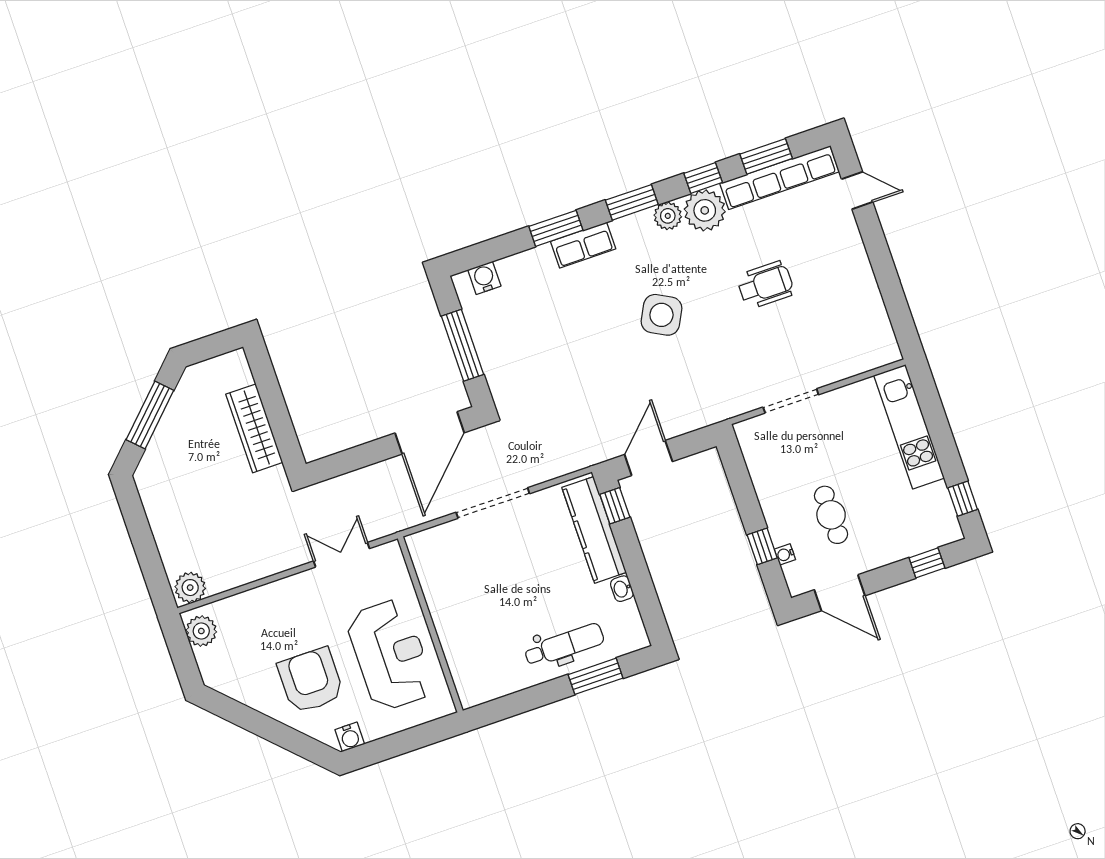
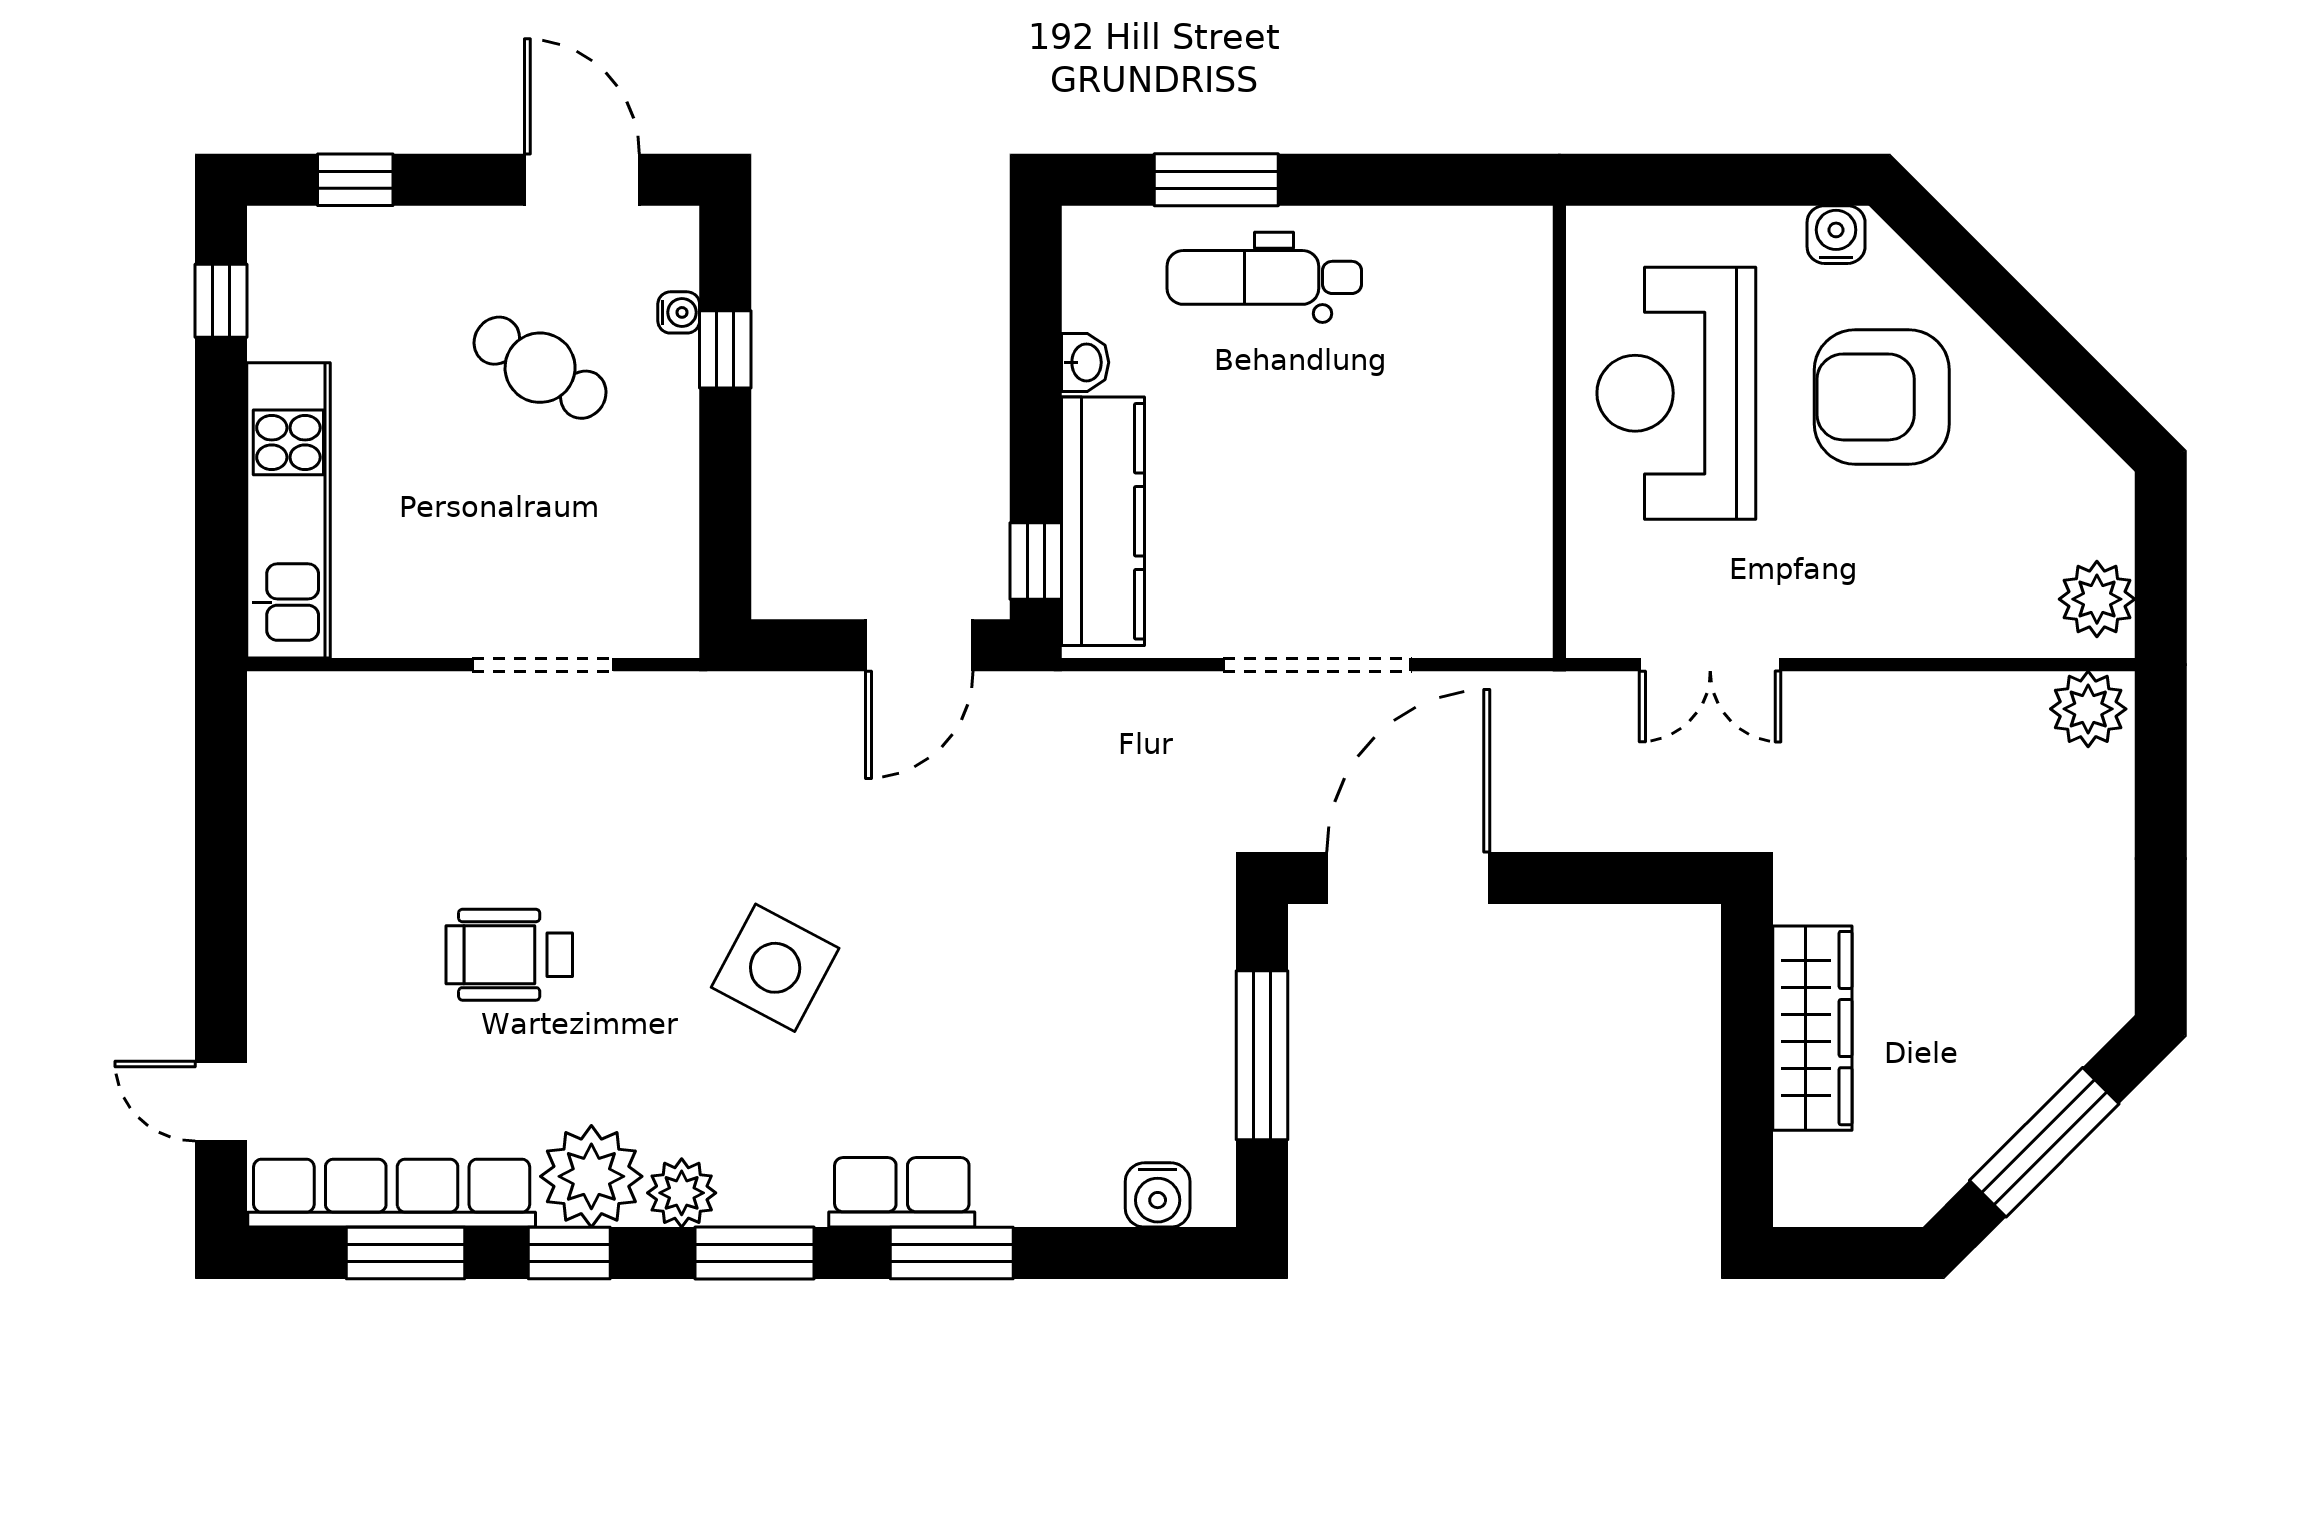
cafe table: (831, 515) -> (540, 368), turned -58
armchair: (311, 680) -> (1882, 397), turned 90

